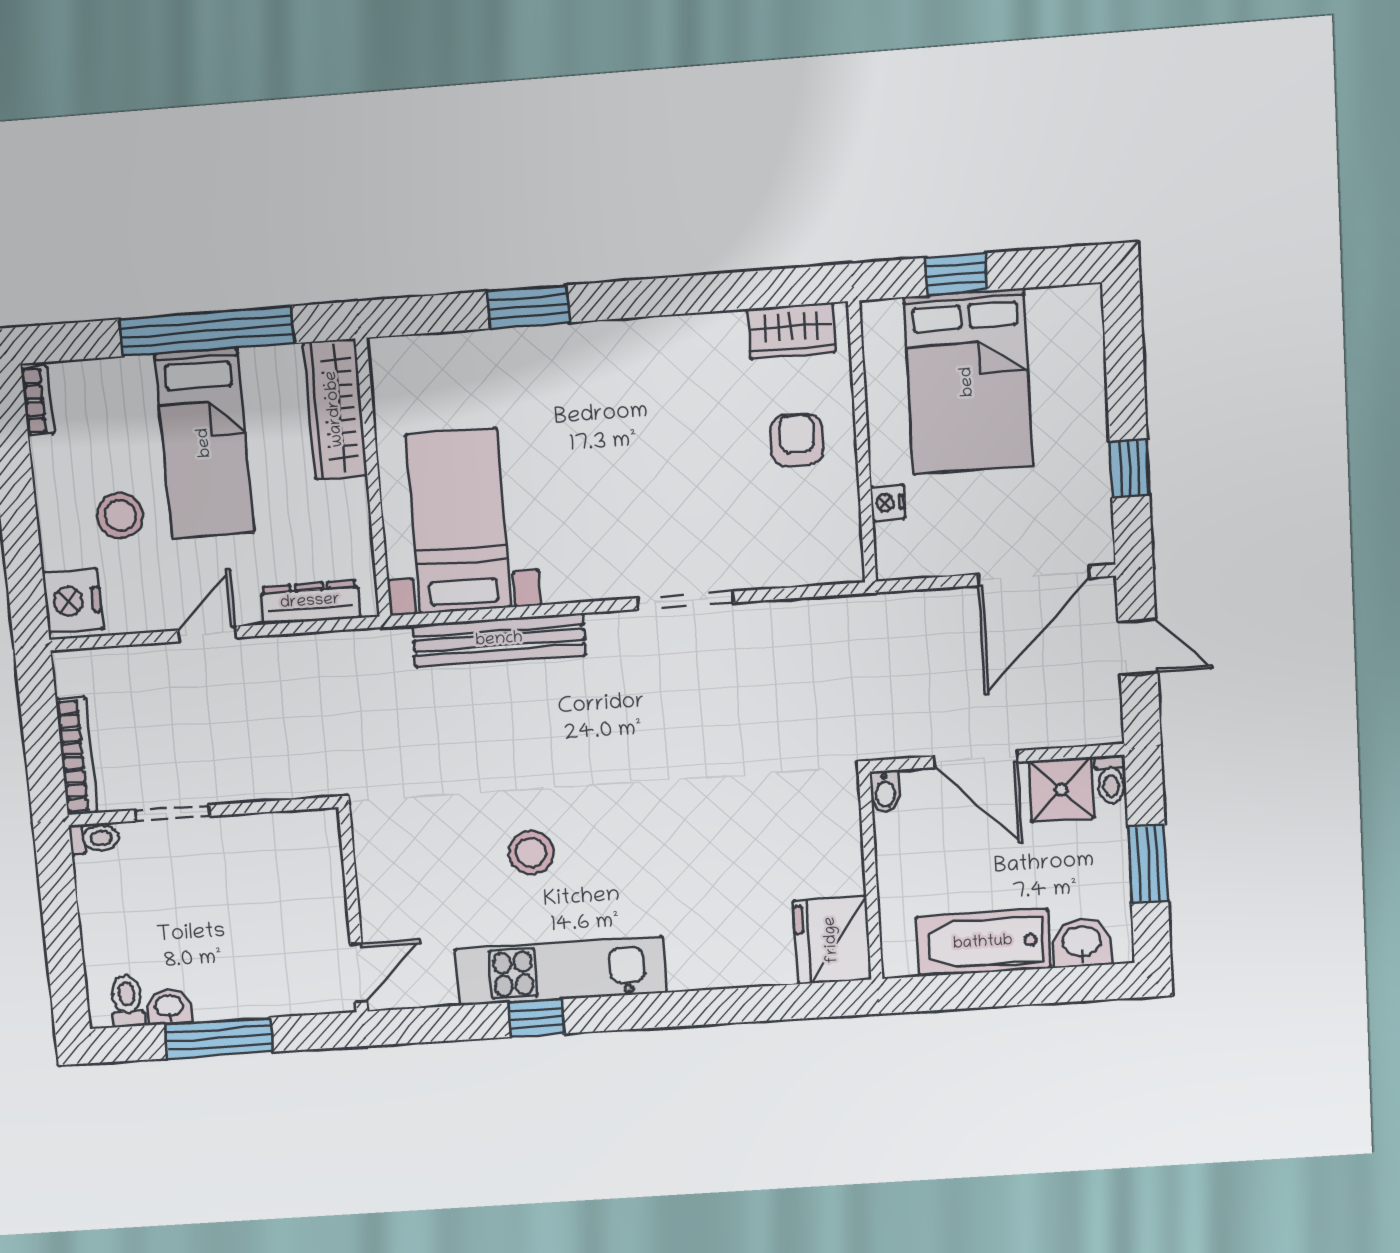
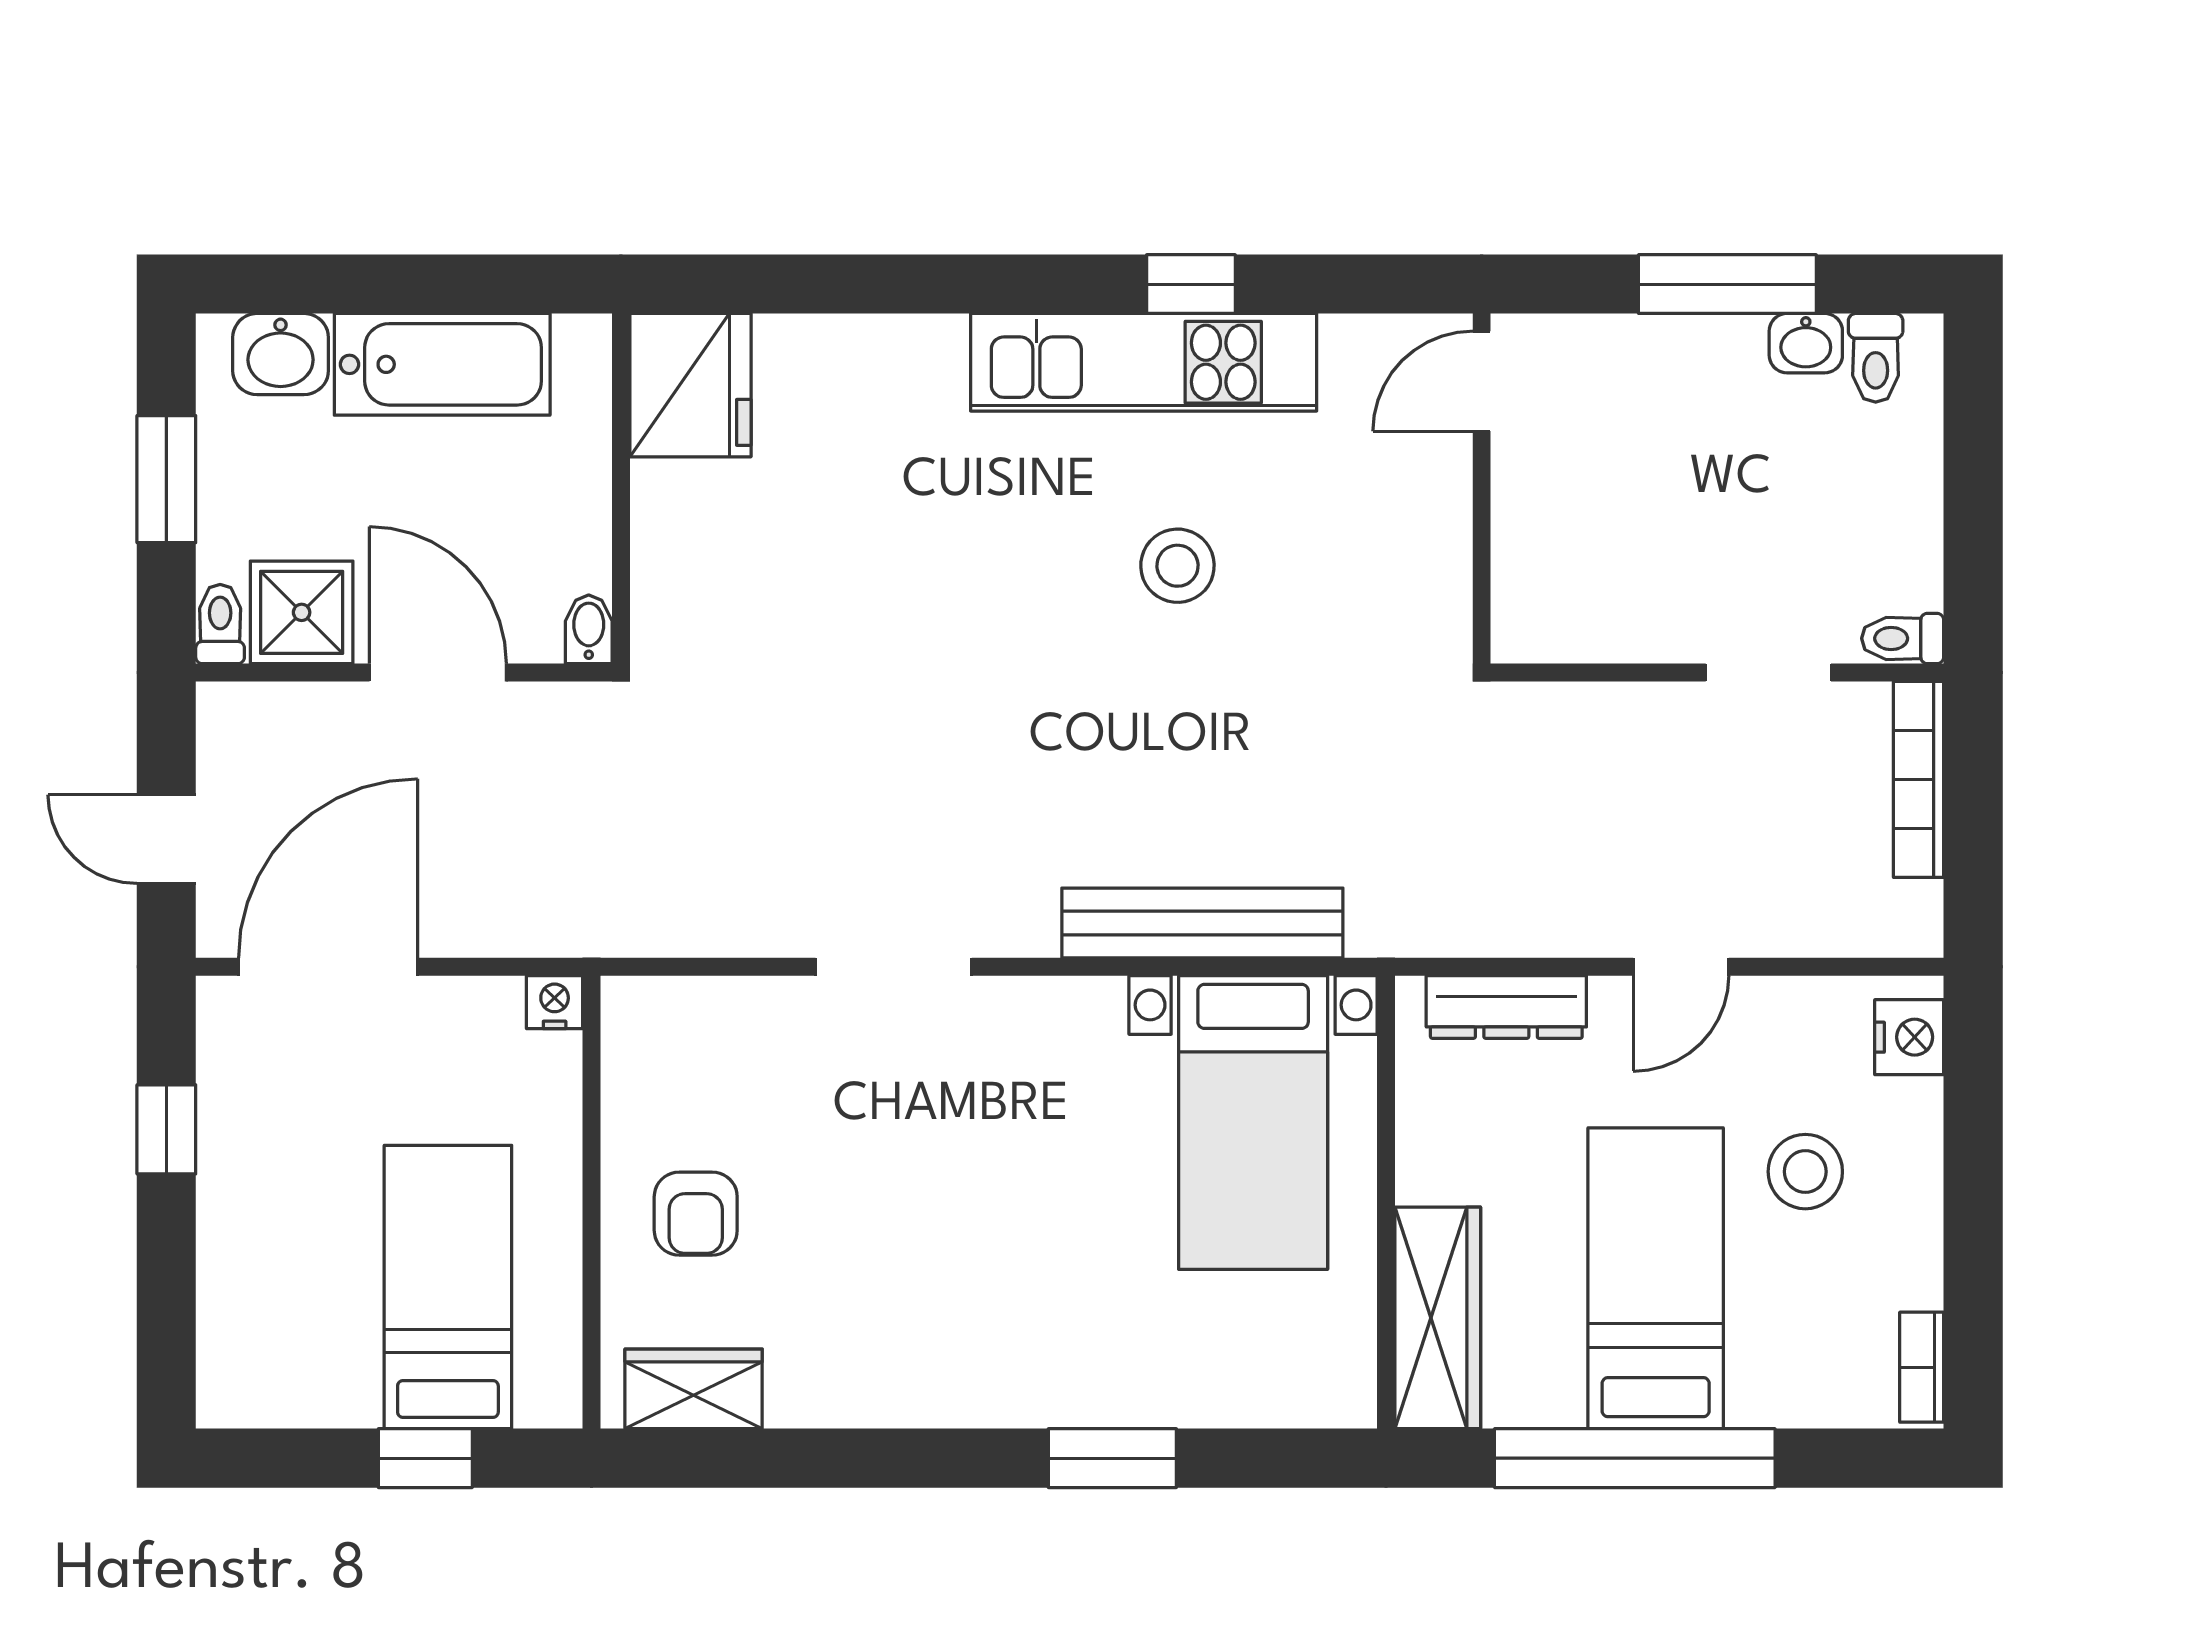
bed: (968, 382) -> (448, 1287), width x0.67
nightstand: (888, 503) -> (555, 1002), moved, turned -90
nightstand: (73, 601) -> (1909, 1037), width x0.74, depth x0.75

